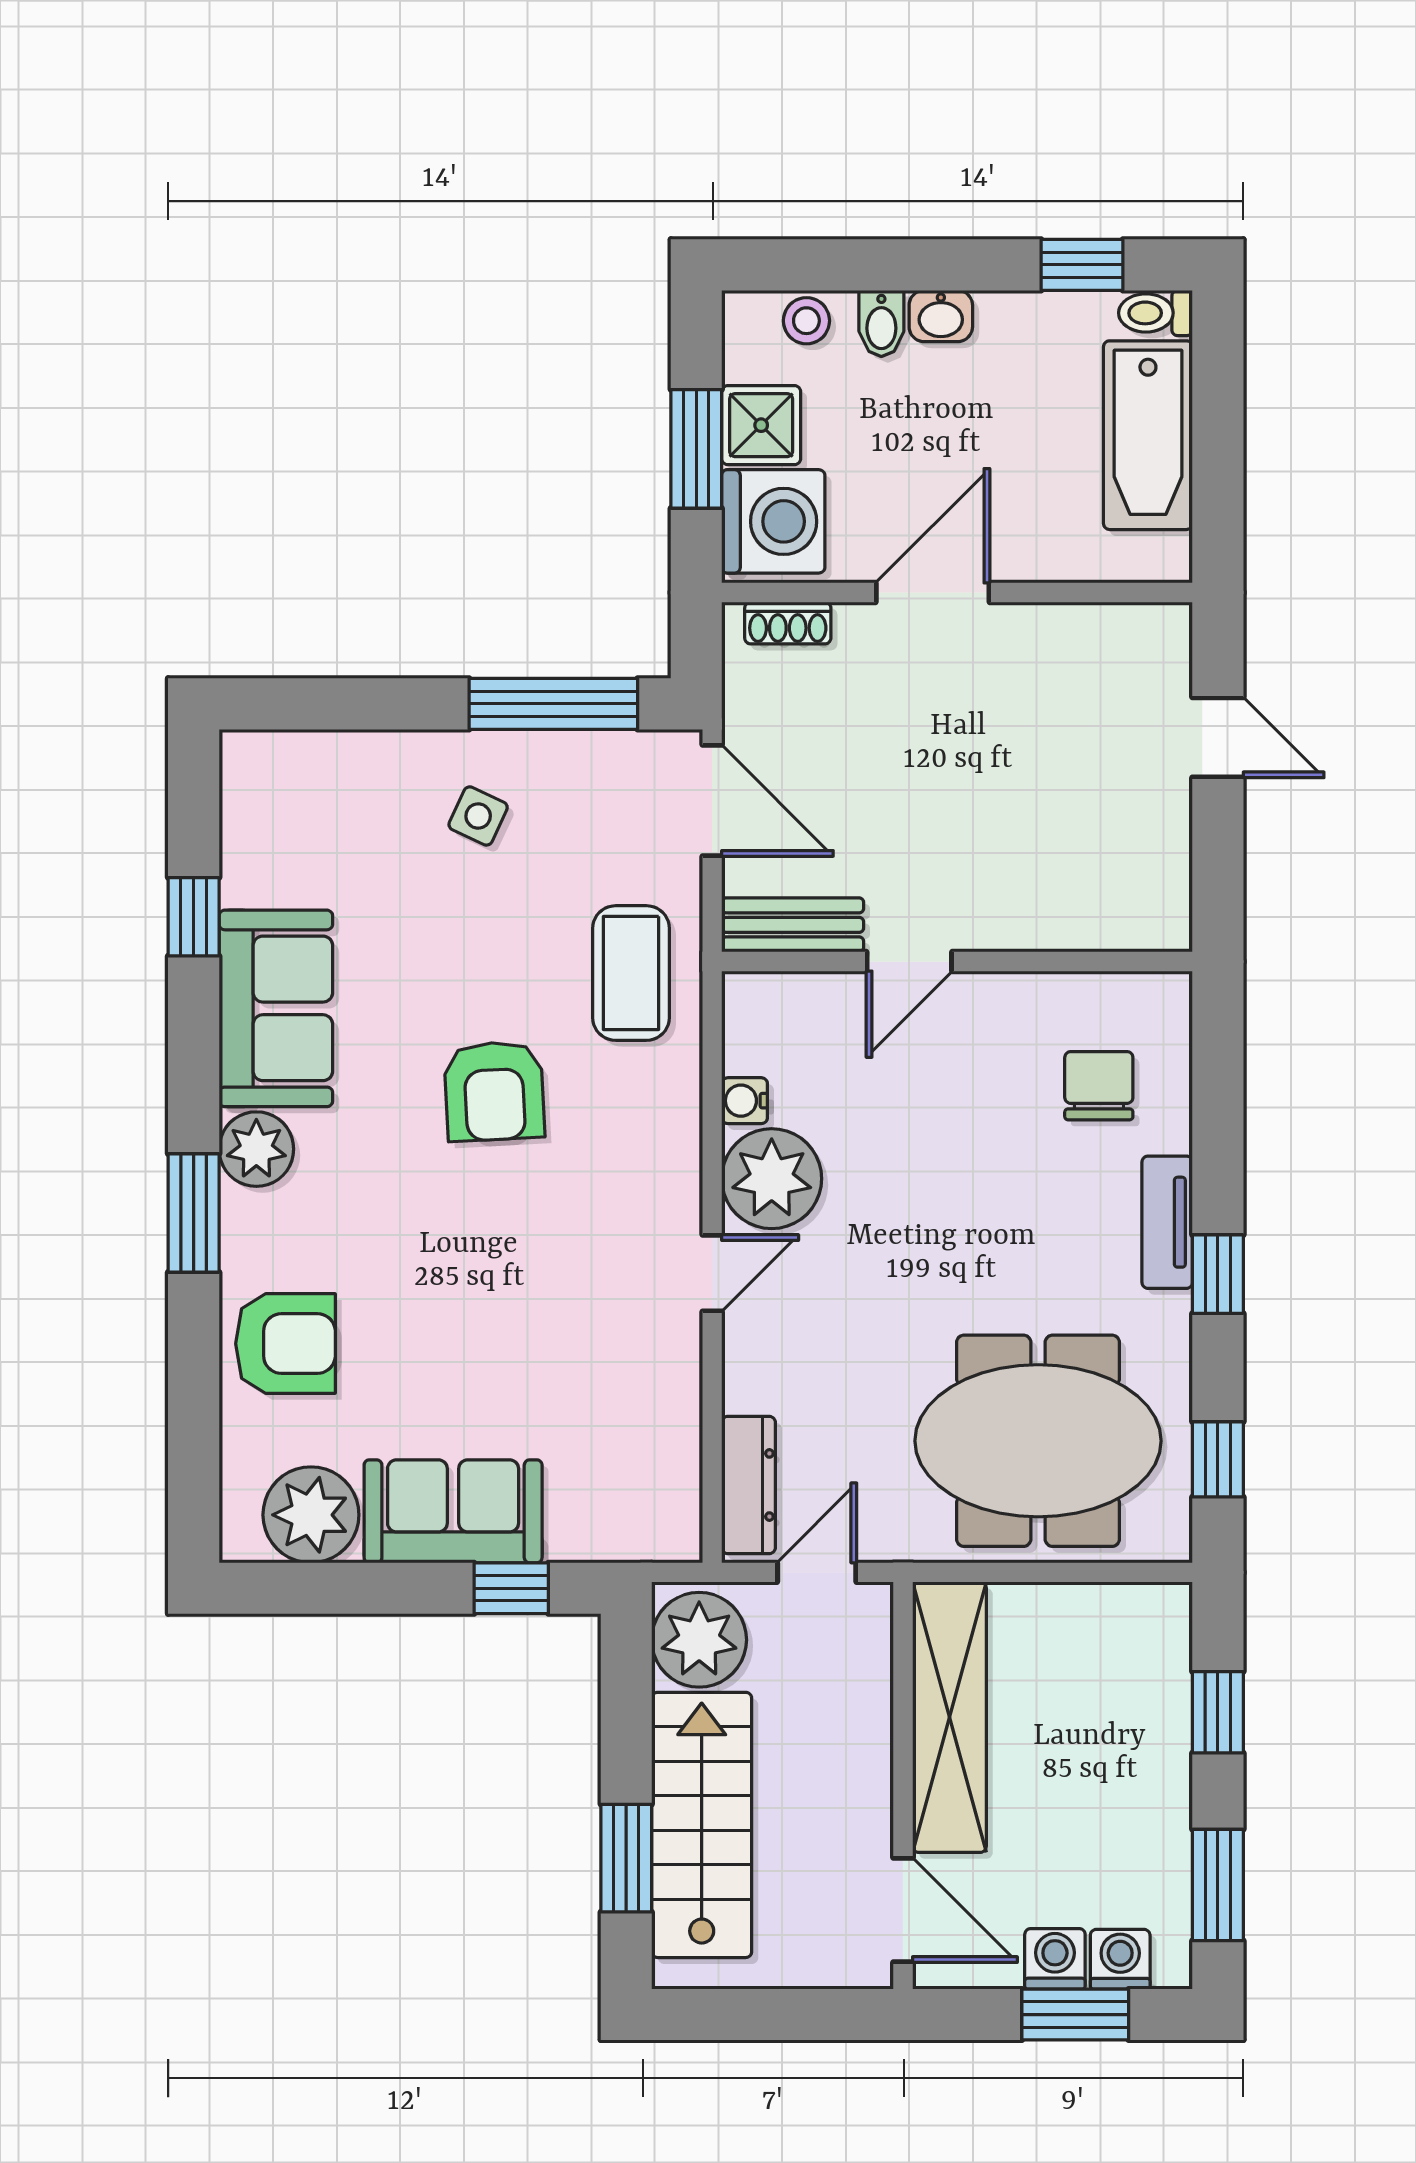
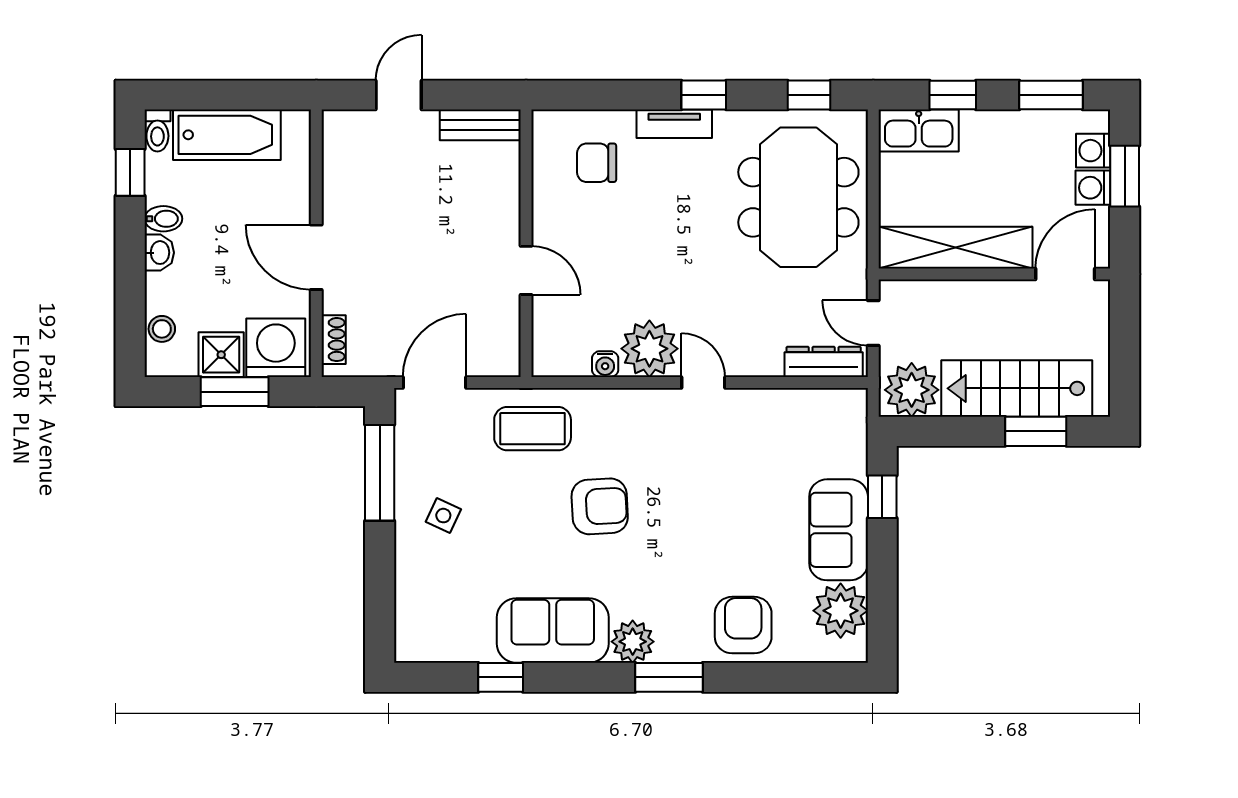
bidet: (881, 323) -> (163, 219), moved
bench: (793, 925) -> (480, 125), moved, turned 90
kitchen sink: (1155, 1652) -> (919, 131), added

